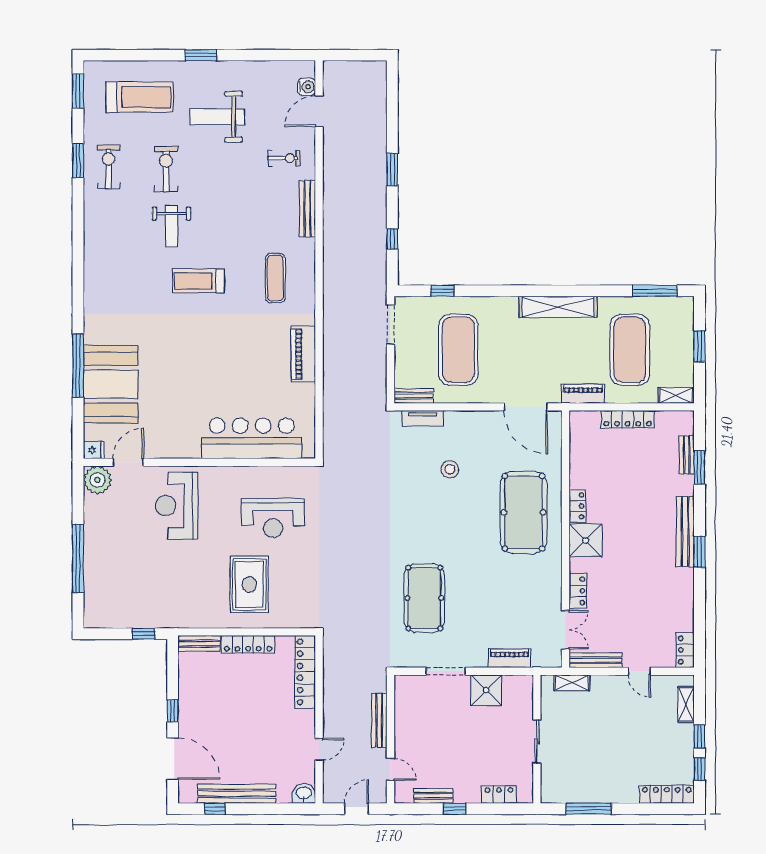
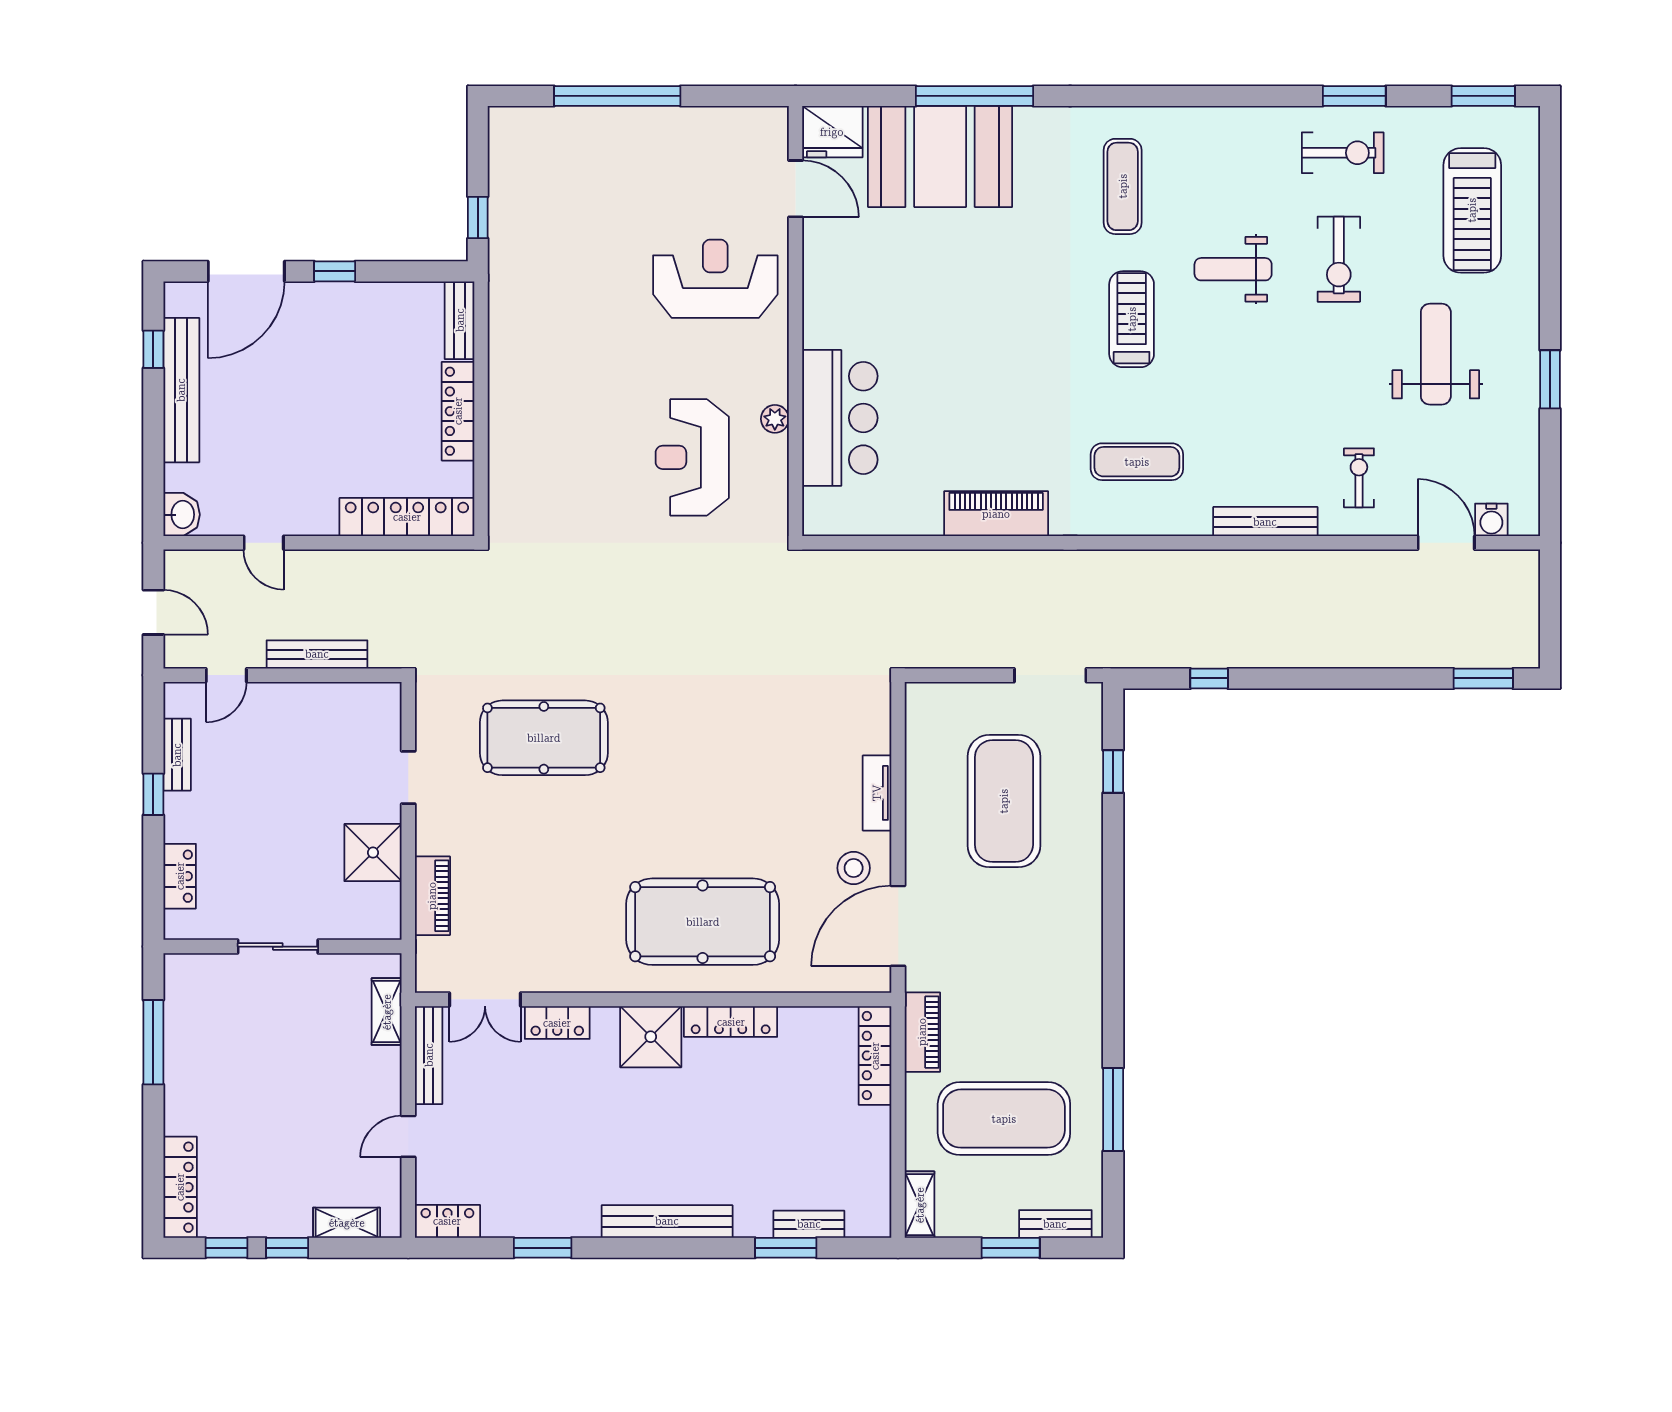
window: (201, 55) -> (1550, 379), moved
exercise bike: (284, 158) -> (1359, 478), turned 180
exercise bike: (166, 169) -> (1339, 259), turned 90
window: (392, 169) -> (1483, 678), moved
exercise mat: (127, 286) -> (1123, 186), added
window: (655, 291) -> (1113, 1110), moved
shelving: (558, 307) -> (1083, 985), removed
exercise mat: (458, 350) -> (1004, 801), turned 90
bench: (414, 396) -> (1055, 1224), moved, turned 90
tv unit: (423, 418) -> (877, 793), moved
locker: (628, 419) -> (875, 1056), moved
bar counter: (252, 438) -> (840, 418), width x0.73
fridge: (94, 450) -> (832, 132), width x1.88, depth x1.34
stool: (450, 469) -> (854, 868), moved
plant: (97, 480) -> (775, 419), moved, width x0.53, depth x0.53
locker: (577, 506) -> (731, 1022), width x1.53
window: (699, 552) -> (543, 1248), moved
rug: (249, 584) -> (569, 413), removed
doorway: (446, 671) -> (408, 777), width x0.73

